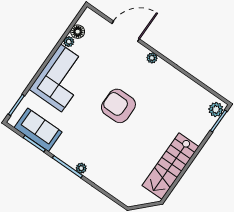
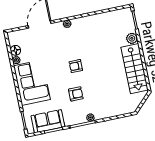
armchair: (118, 106) -> (76, 66), width x0.53, depth x0.53
plant: (216, 110) -> (132, 38), moved
armchair: (91, 132) -> (76, 94), added

